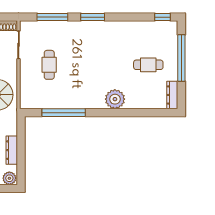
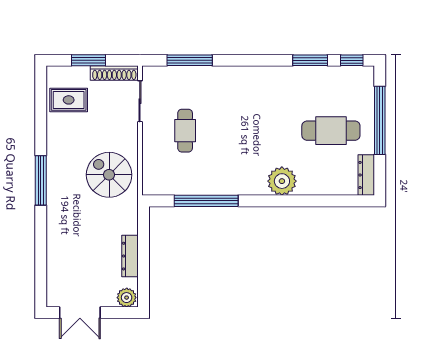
window: (93, 17) -> (310, 60), moved
cafe table: (148, 65) -> (331, 131), width x1.37, depth x1.35

